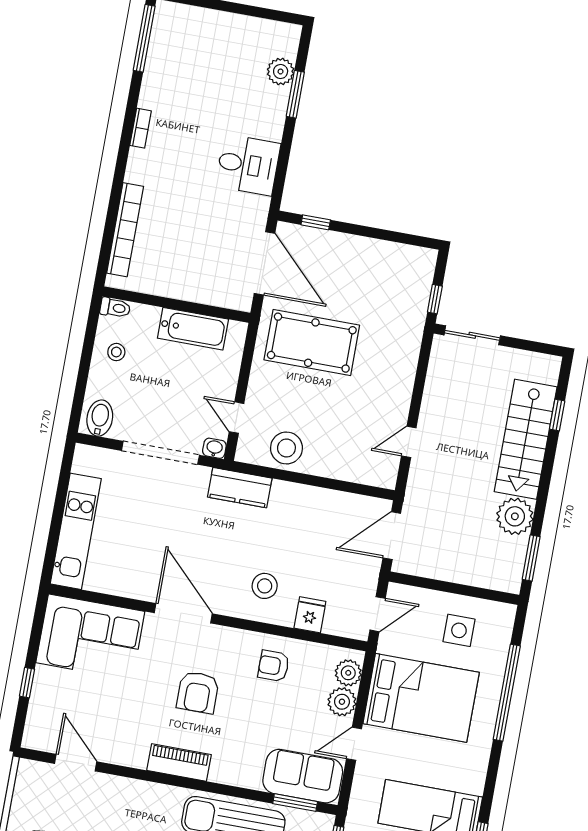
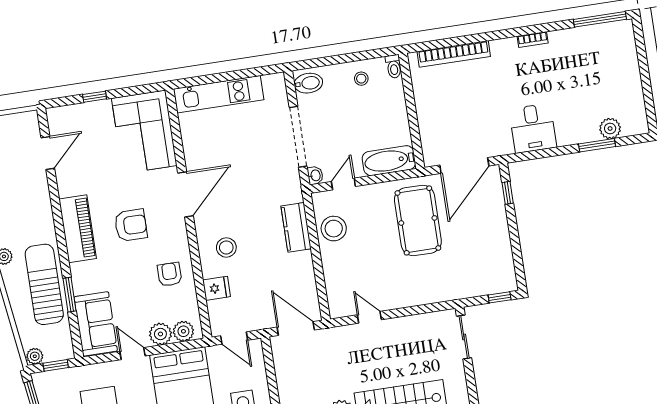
window: (435, 299) -> (500, 297), moved
bathtub: (193, 329) -> (389, 161), moved, turned 90
kitchen counter: (240, 488) -> (296, 227), moved
armchair: (198, 692) -> (131, 225), turned 180
piano: (179, 763) -> (78, 229), width x1.37, depth x1.33
window: (295, 803) -> (70, 295), moved

